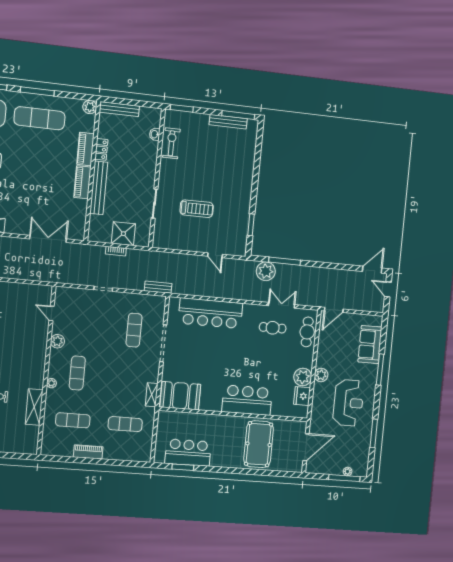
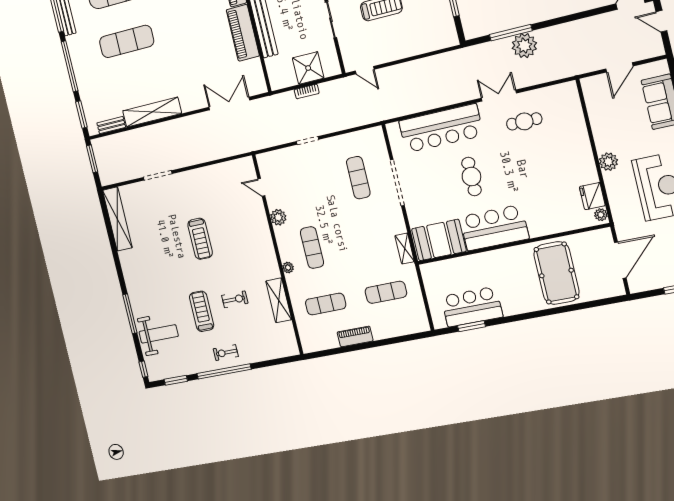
piano: (82, 182) -> (243, 33), width x1.37, depth x1.33
door: (215, 255) -> (365, 70), moved
plant: (266, 271) -> (524, 46), moved
bench: (158, 287) -> (369, 118), removed
double door: (282, 305) -> (499, 96), moved
door: (334, 310) -> (619, 67), moved
cafe table: (307, 332) -> (471, 177), moved
plant: (303, 377) -> (601, 215), moved, width x0.53, depth x0.53
bar counter: (247, 400) -> (494, 228), moved

